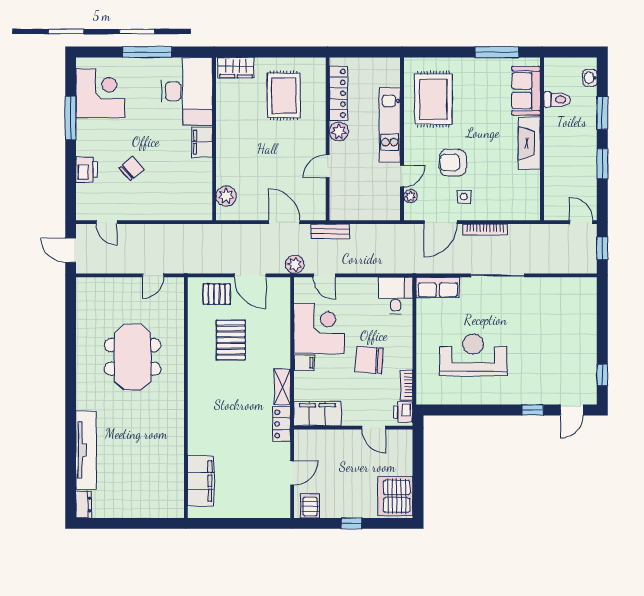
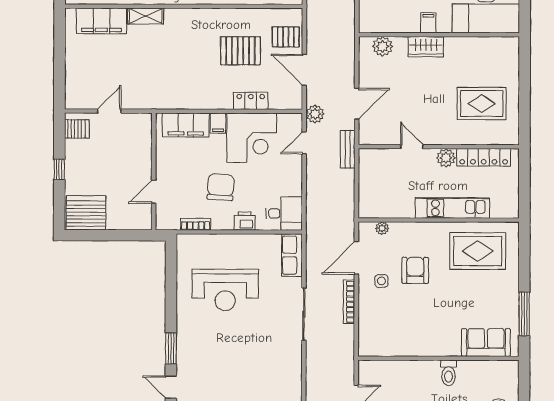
wardrobe: (236, 68) -> (426, 47), moved, turned -90
toilet: (557, 100) -> (449, 373), moved
filing cabinet: (202, 142) -> (428, 23), width x0.50
fireplace: (529, 143) -> (434, 346), removed
door: (402, 176) -> (402, 220), removed
door: (441, 222) -> (356, 258), hinge flipped
door: (250, 275) -> (304, 70), hinge flipped
pallet: (217, 294) -> (286, 37), turned 90
reception desk: (473, 355) -> (225, 290), turned 90
shelving: (282, 387) -> (146, 16), moved
window: (533, 410) -> (171, 348), width x1.50
printer: (403, 412) -> (245, 221), moved
filing cabinet: (317, 414) -> (186, 125), moved, turned 90
locker: (282, 424) -> (251, 101), moved
door: (292, 473) -> (109, 111), swing flipped

